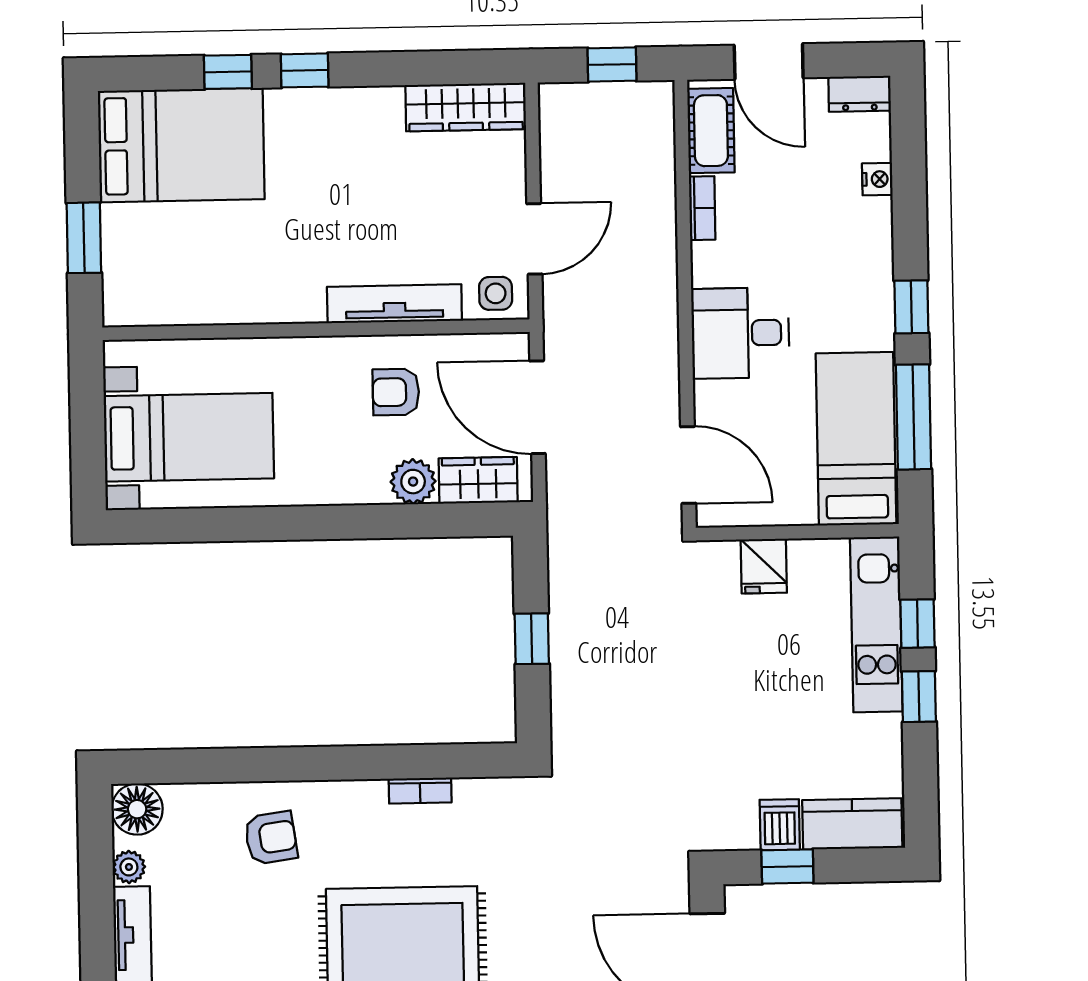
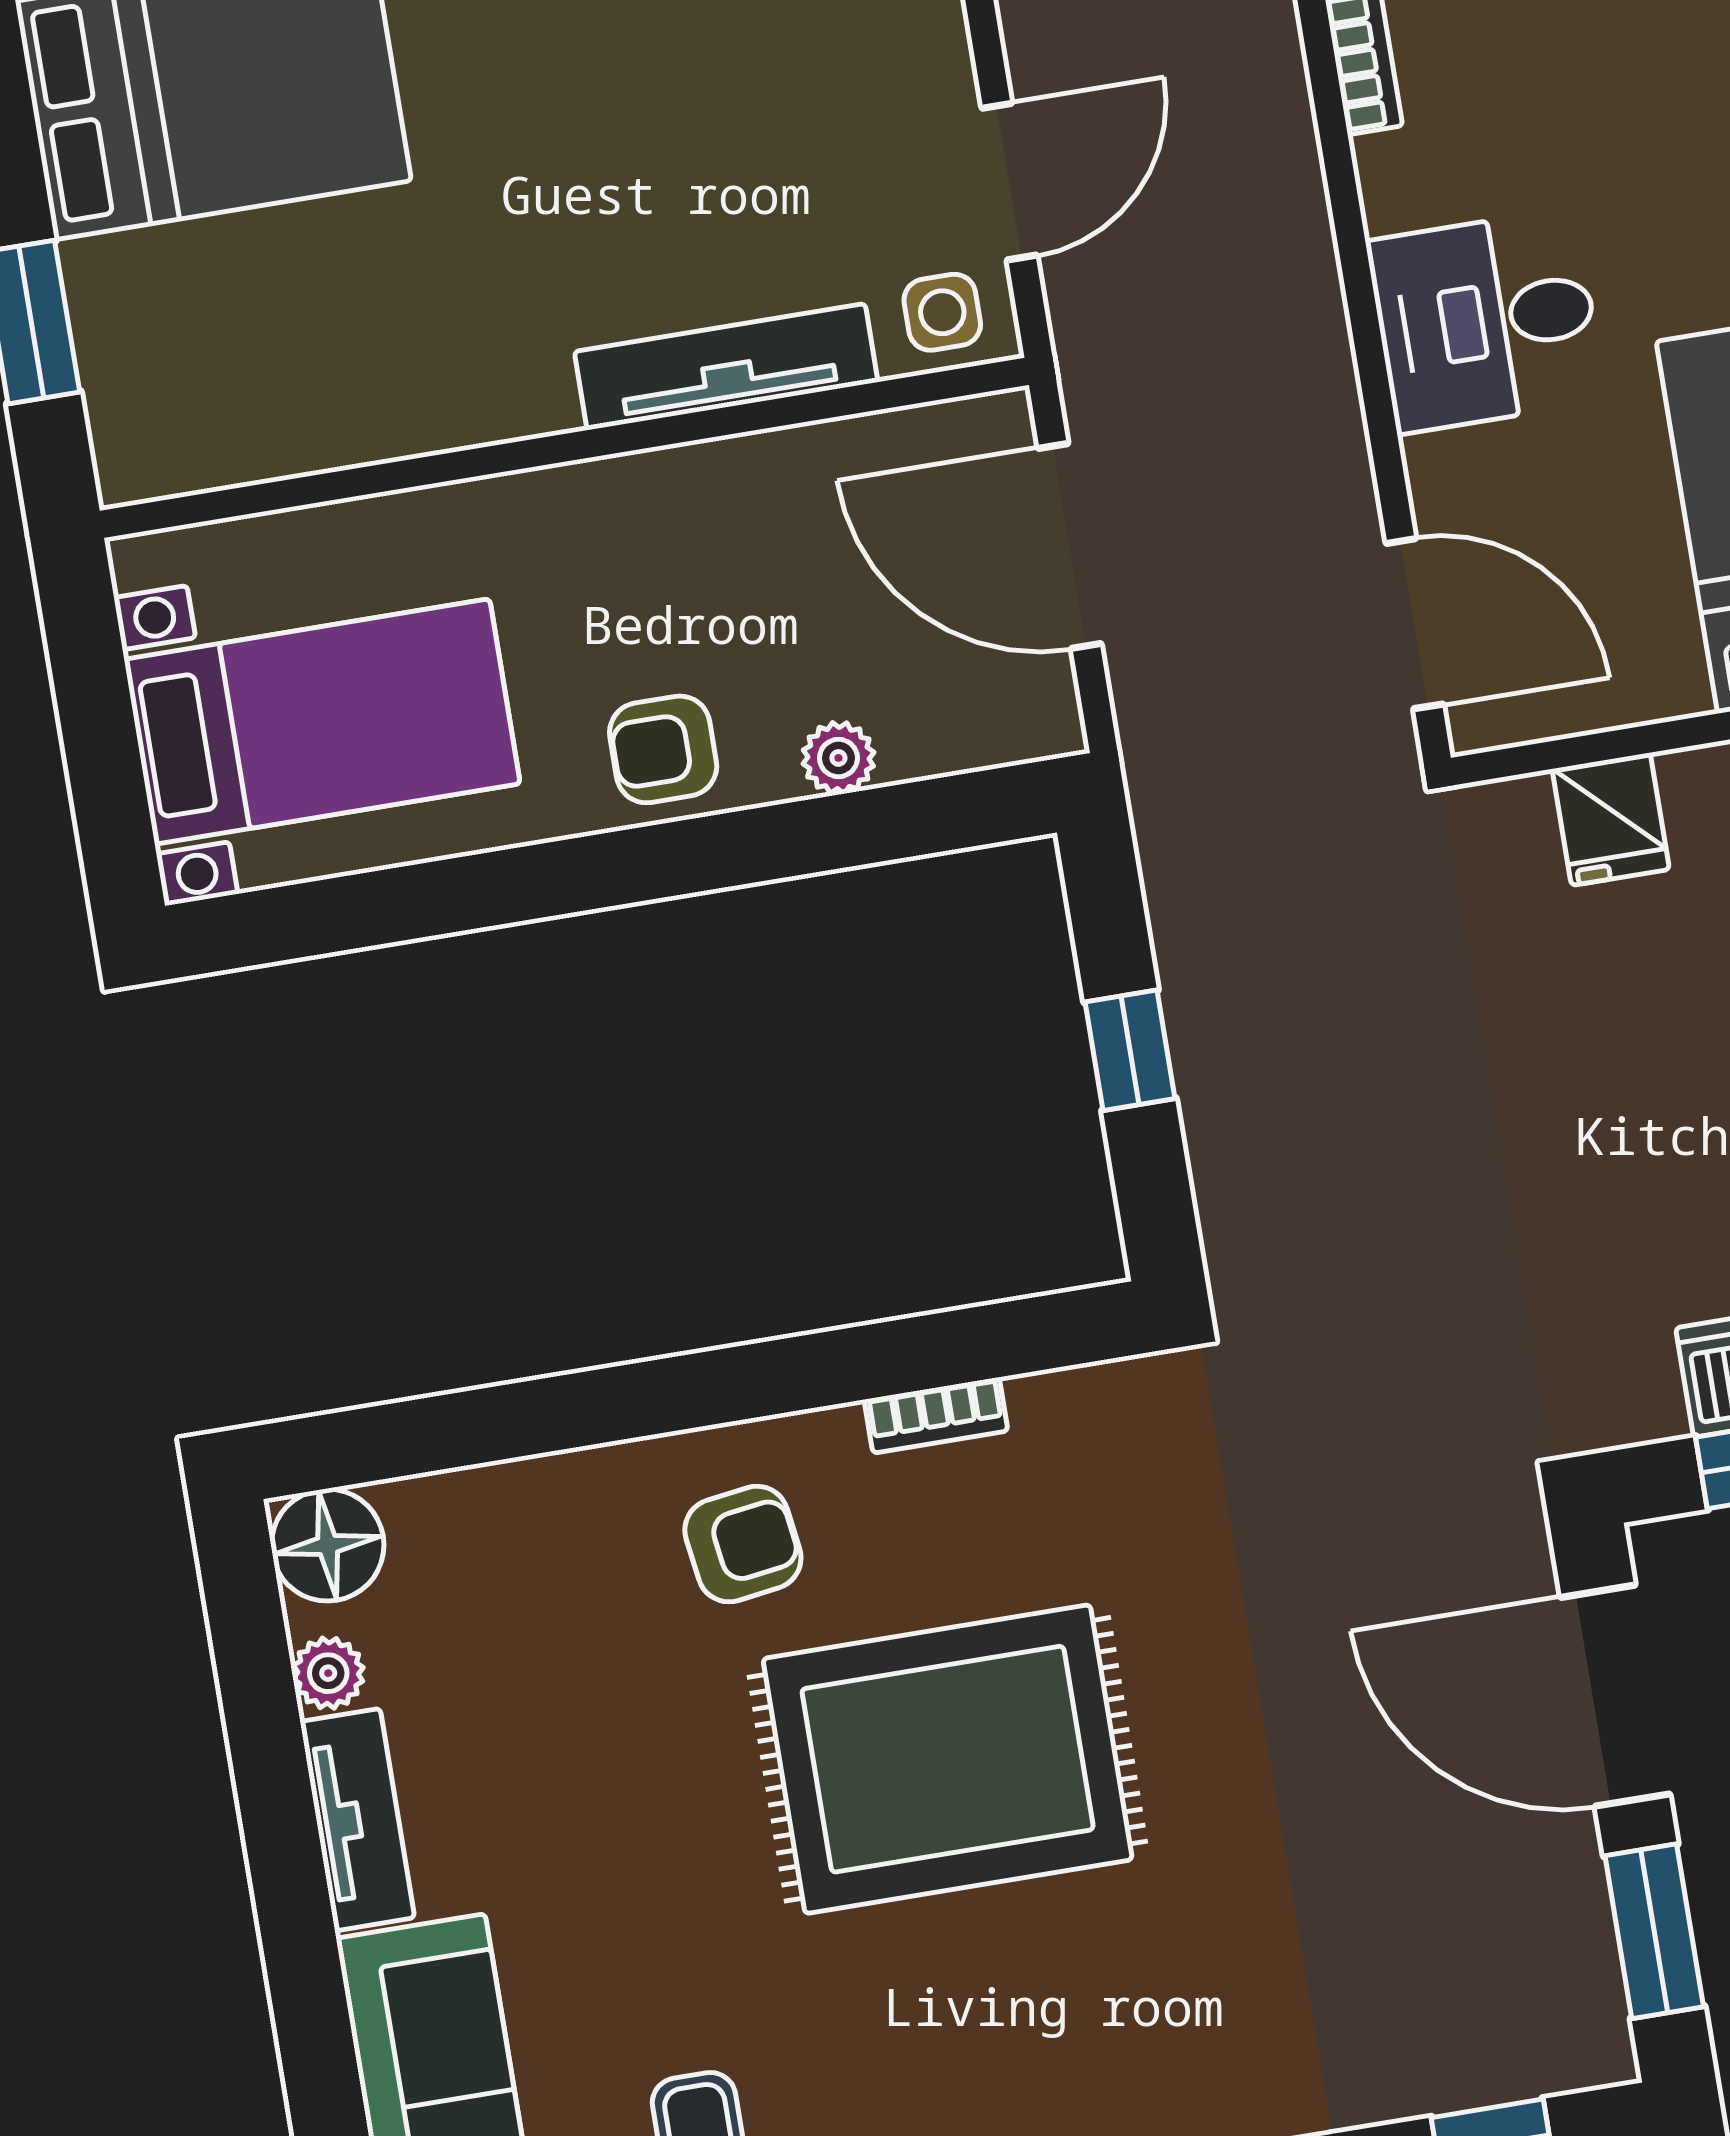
armchair: (396, 392) -> (663, 749), moved
wardrobe: (478, 480) -> (964, 723), removed
plant: (413, 482) -> (838, 758), width x0.73, depth x0.73
armchair: (271, 838) -> (743, 1544), moved

